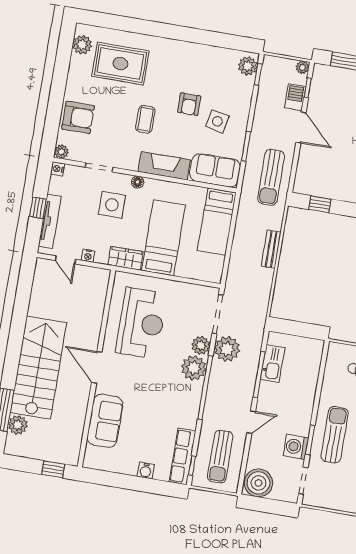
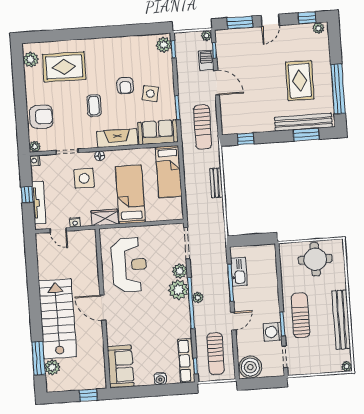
plant: (227, 349) -> (198, 298), moved, width x0.53, depth x0.53
sofa: (105, 421) -> (121, 367), moved

